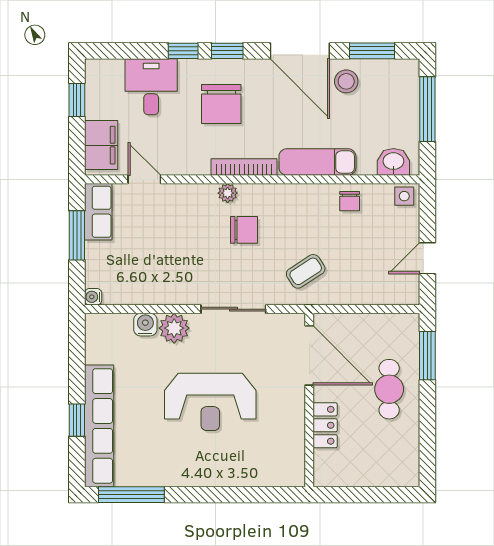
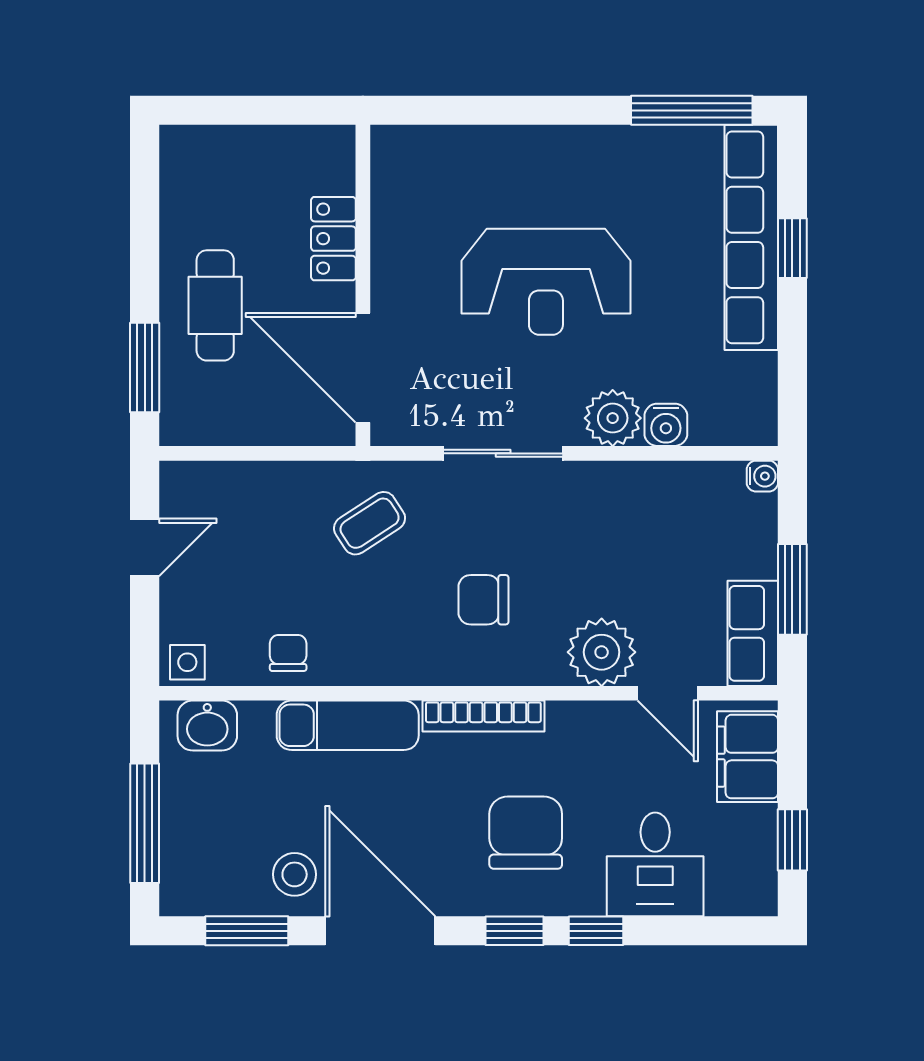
plant: (228, 193) -> (602, 652), moved, width x1.88, depth x1.88
reception desk: (210, 402) -> (546, 282), turned 180

